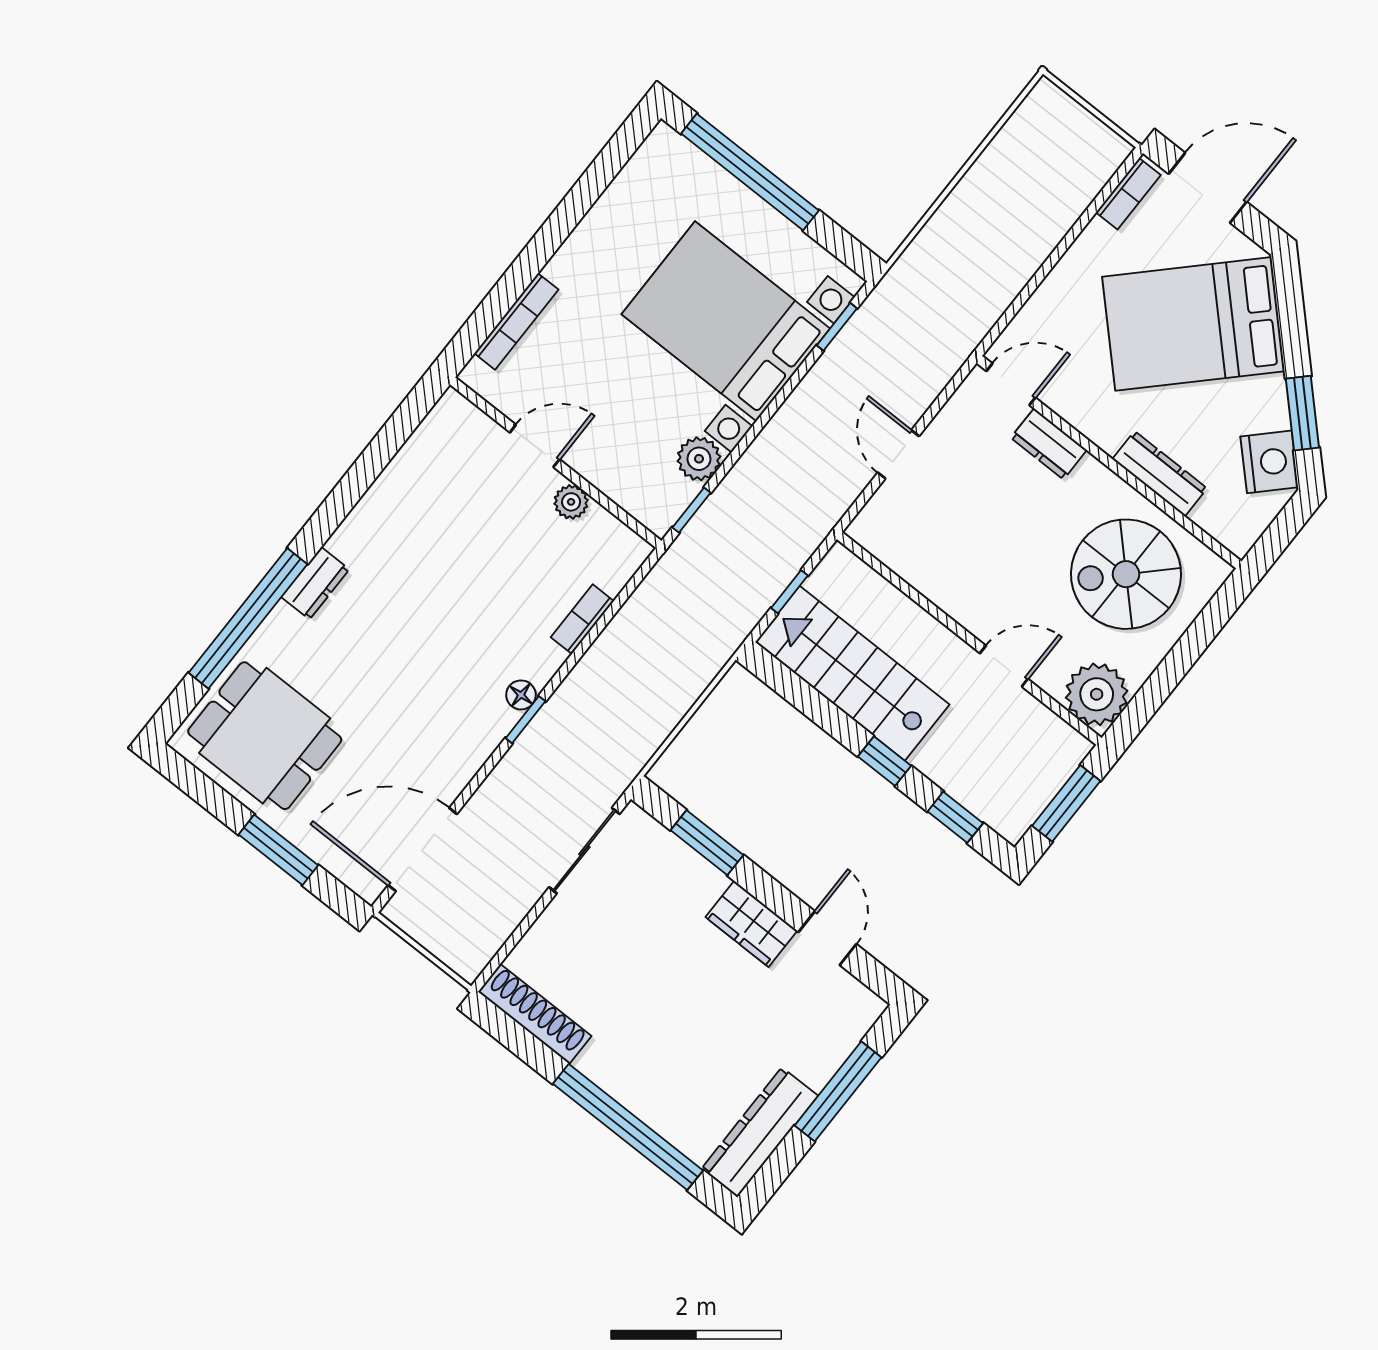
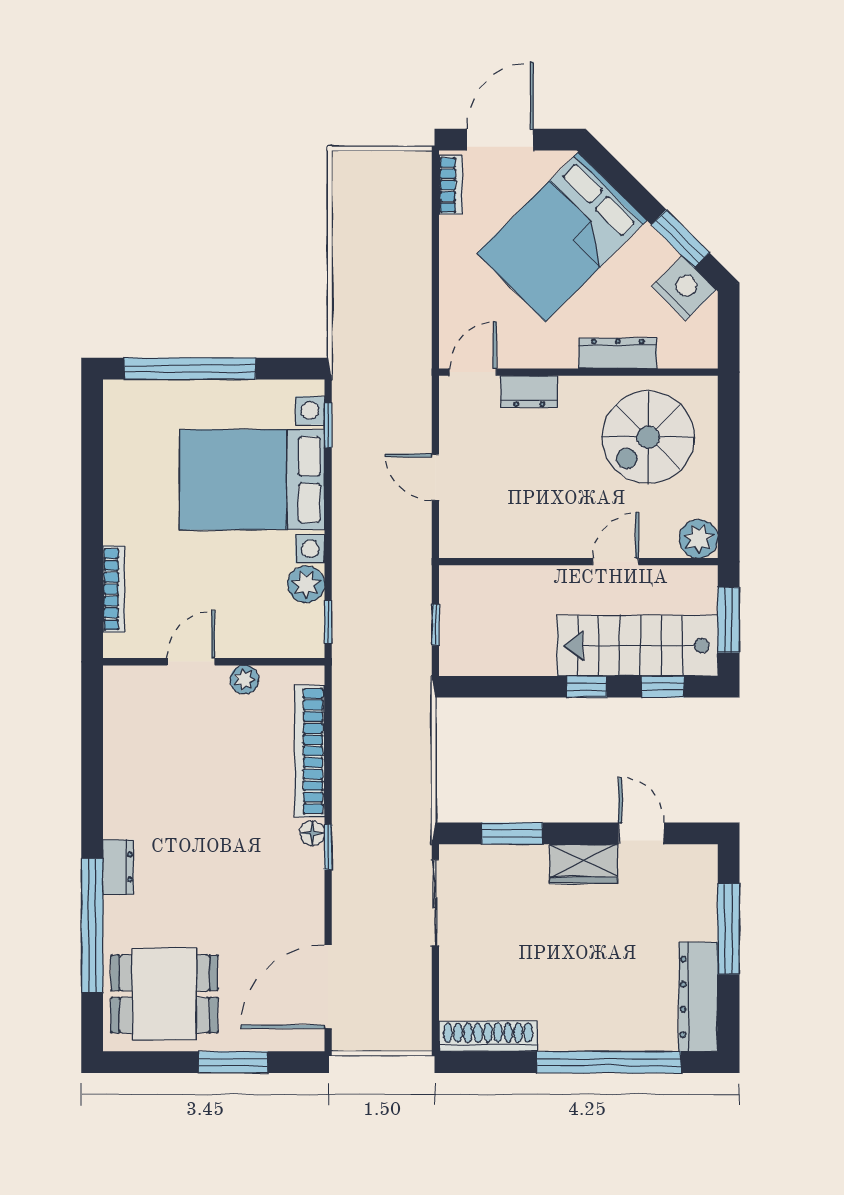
bookcase: (582, 619) -> (310, 751), width x2.31, depth x1.31
stairs: (852, 673) -> (637, 646), moved
plant: (1097, 694) -> (699, 539), width x0.73, depth x0.73

